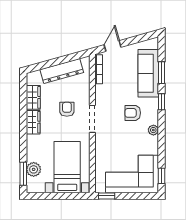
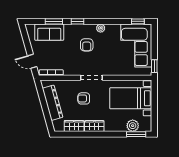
sofa: (148, 73) -> (49, 32), width x0.73

